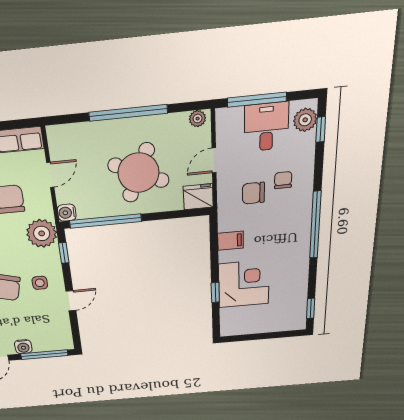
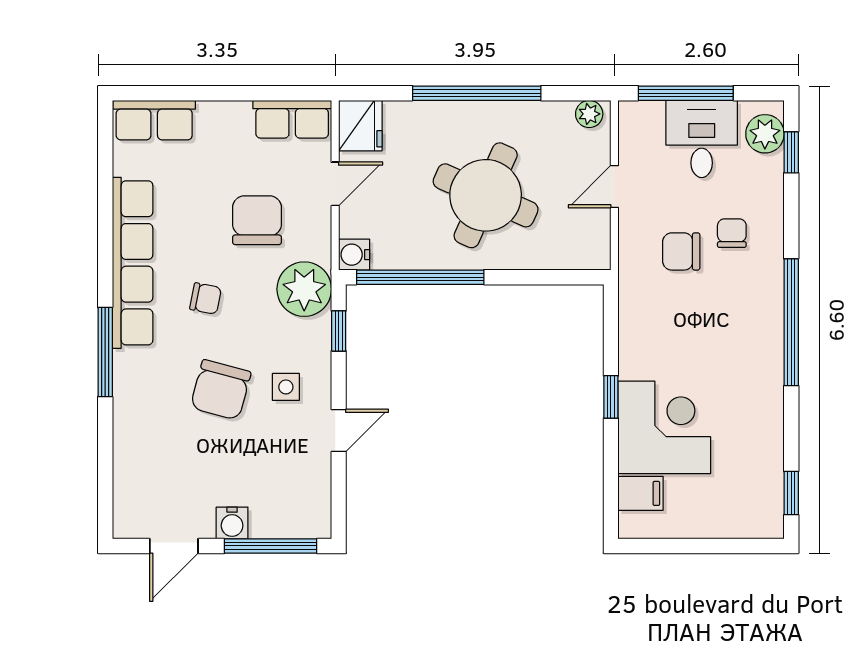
fridge: (198, 197) -> (360, 126), moved, turned 90
filing cabinet: (230, 241) -> (641, 493), moved
window: (215, 292) -> (611, 397), moved

